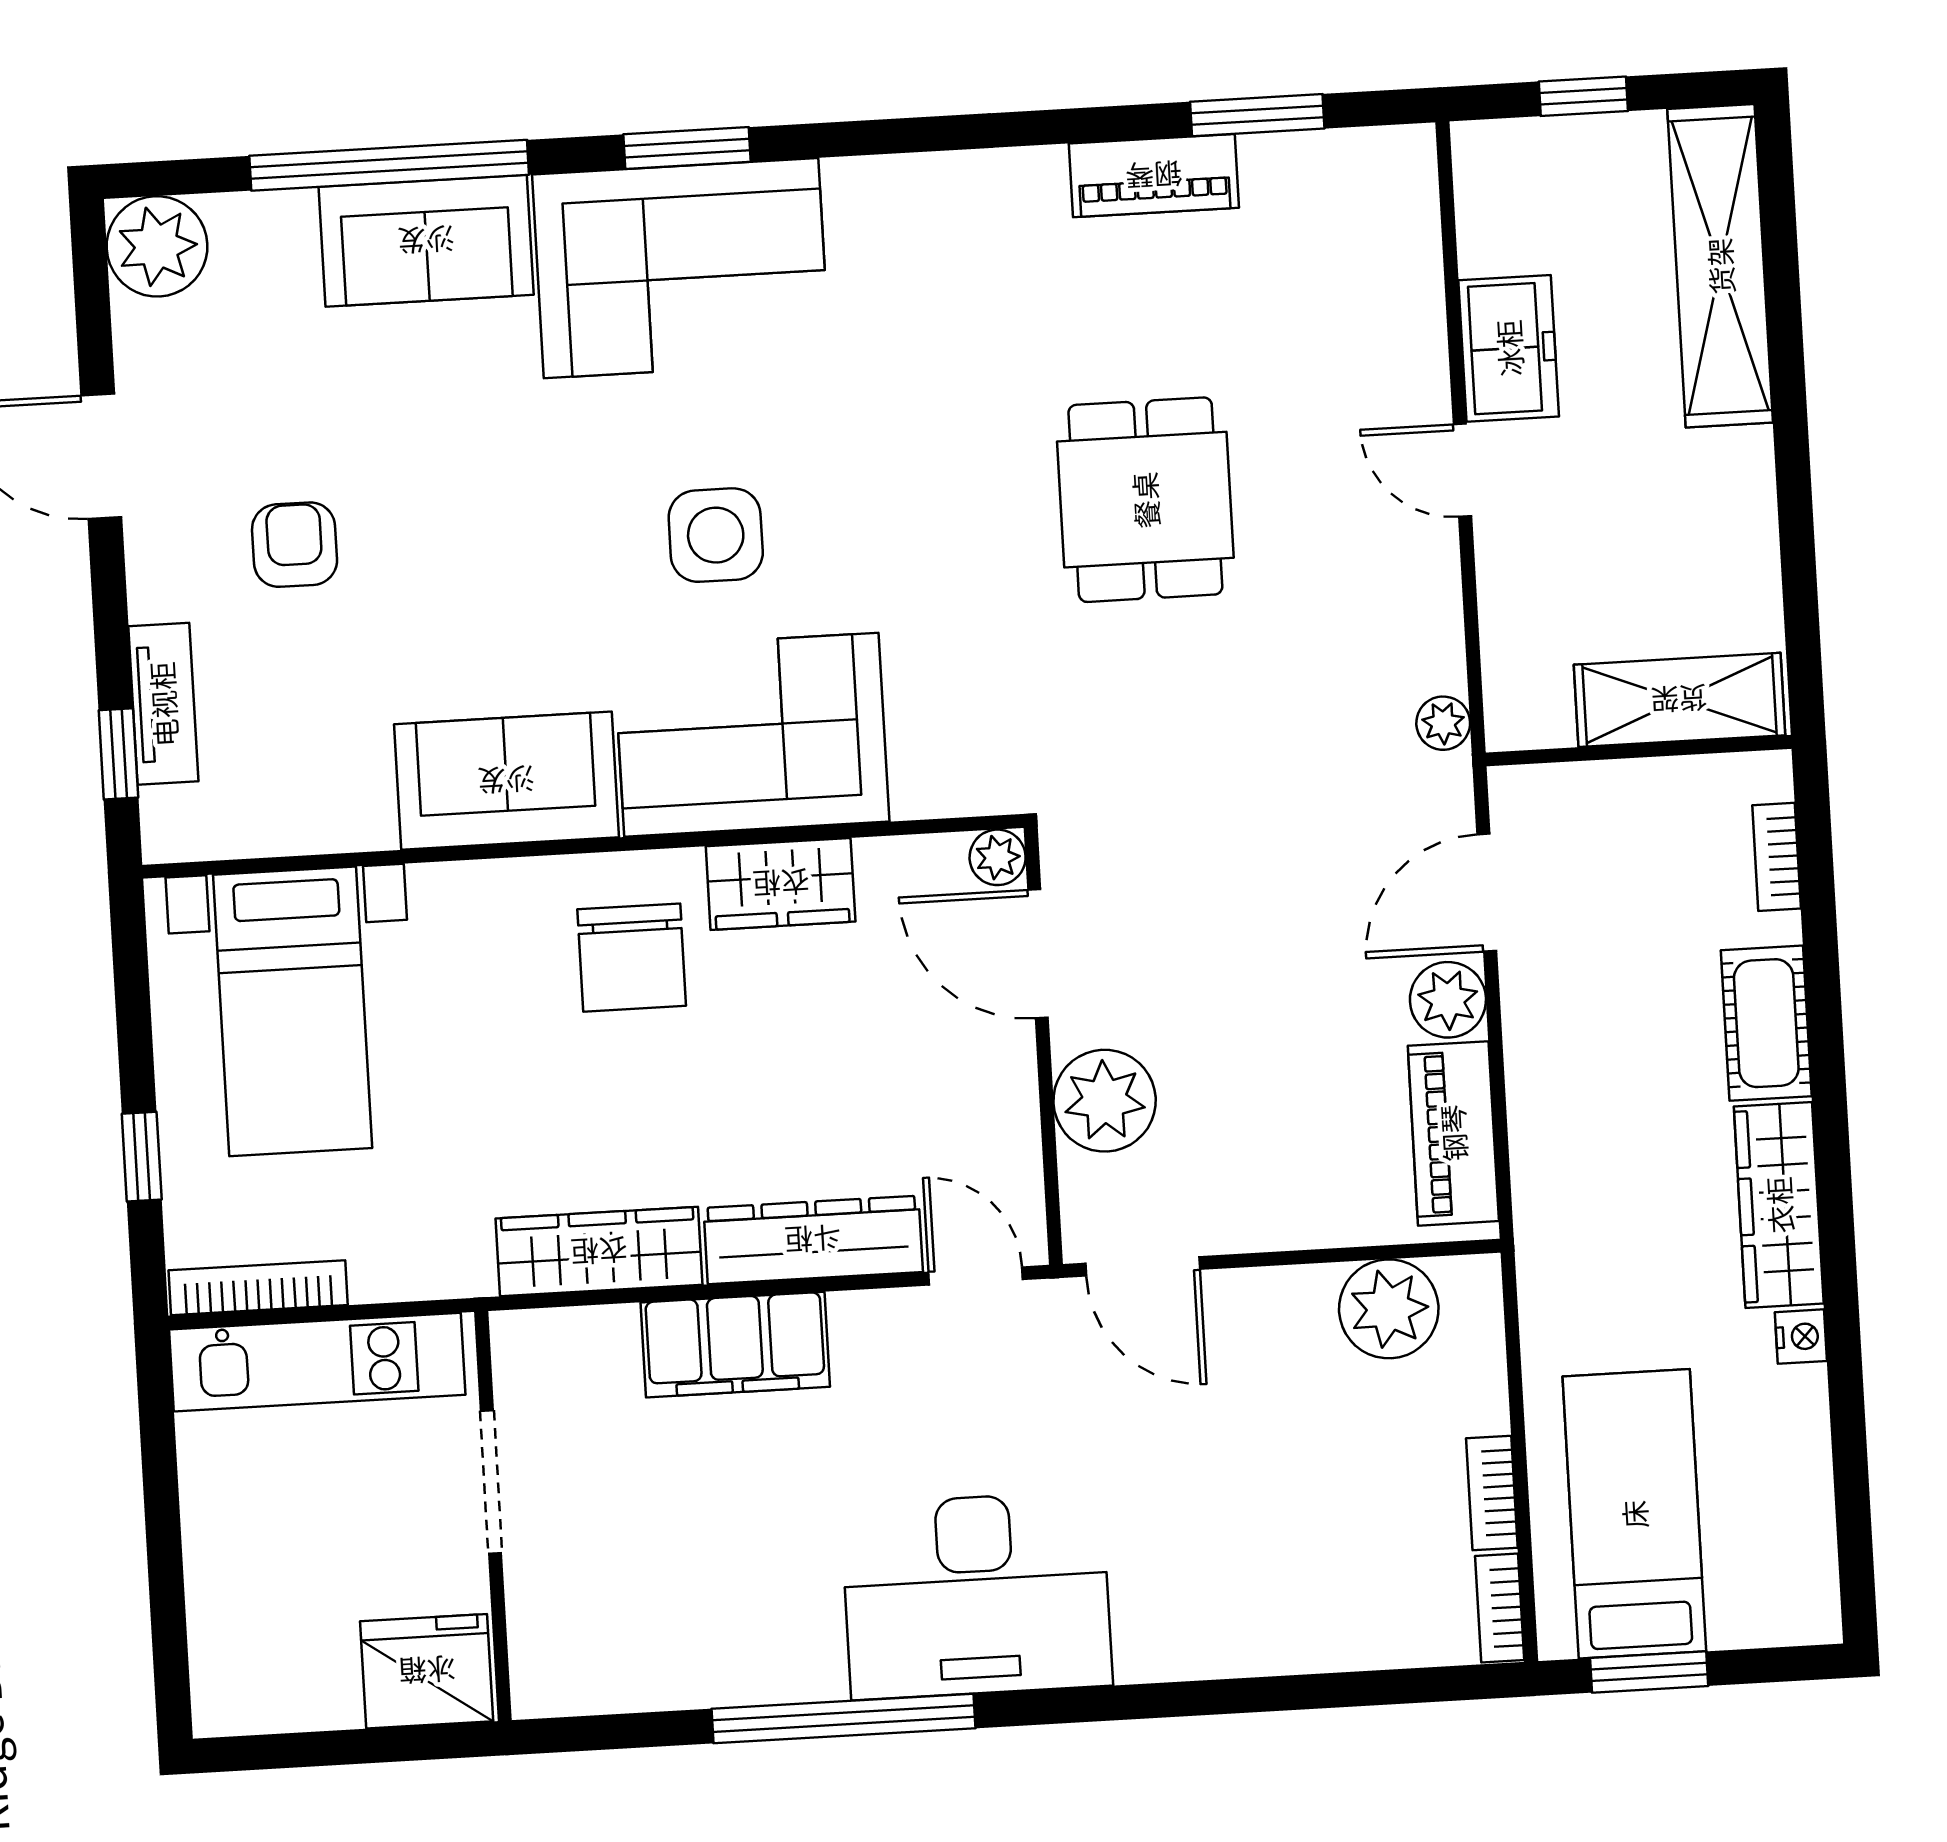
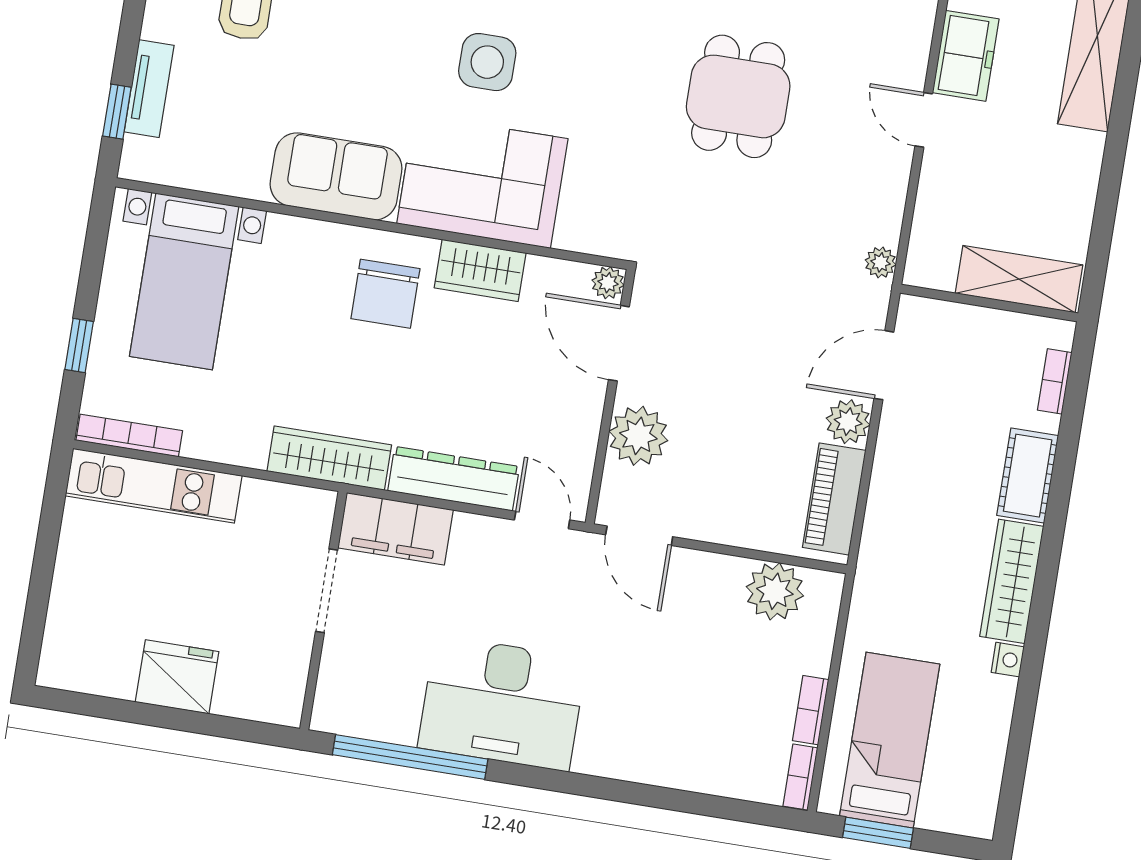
doorway: (491, 1482) -> (327, 591), moved
wall: (493, 1516) -> (323, 611), moved

